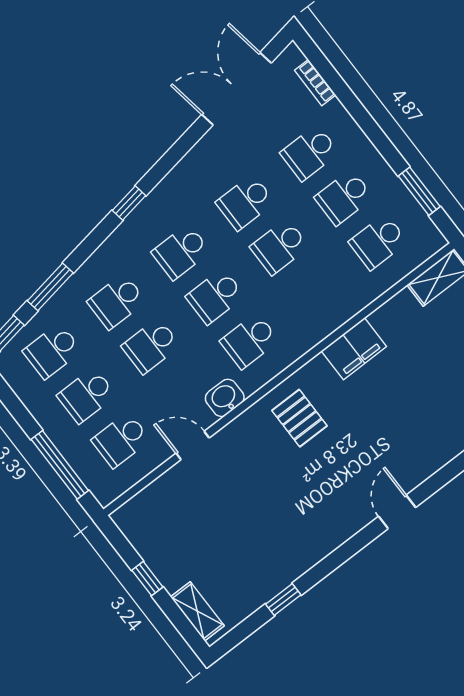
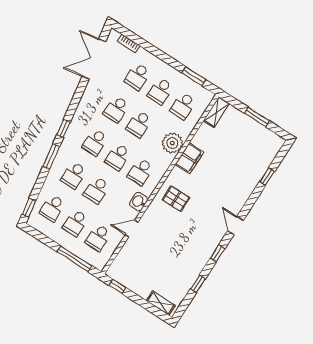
window: (50, 287) -> (51, 157), moved
plant: (331, 307) -> (172, 143), added
window: (343, 553) -> (218, 253), added
window: (147, 579) -> (117, 286), moved

